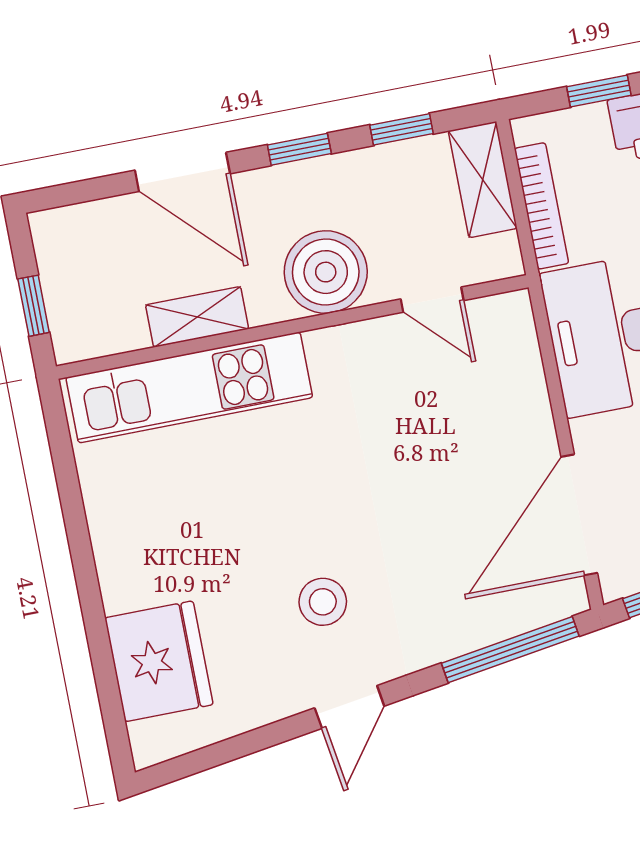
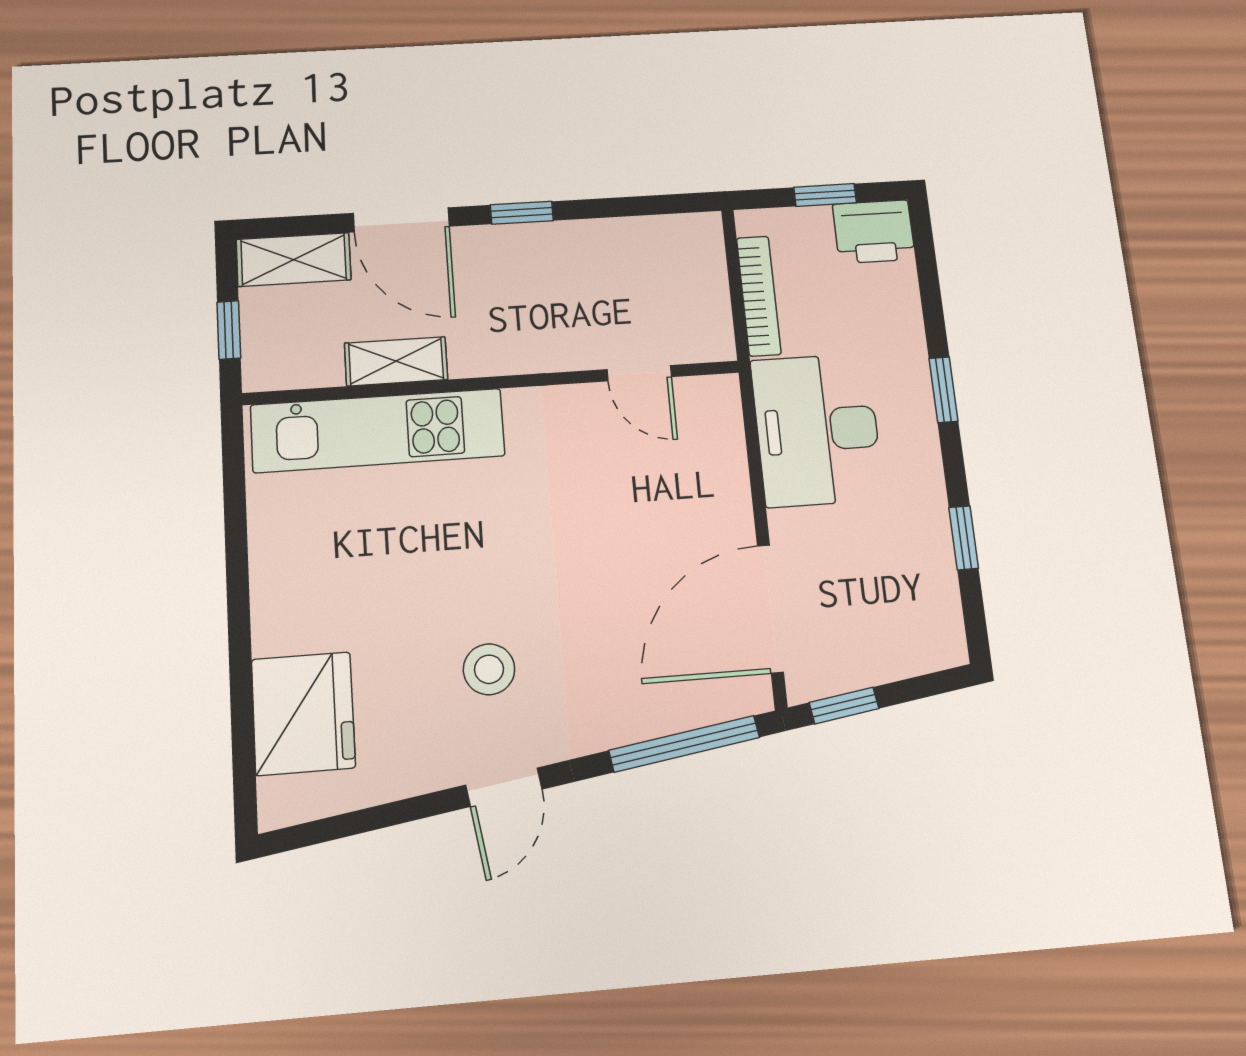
window: (401, 129) -> (626, 207), removed
shelving: (483, 180) -> (294, 260), moved, turned 90
boiler: (326, 272) -> (534, 333), removed

